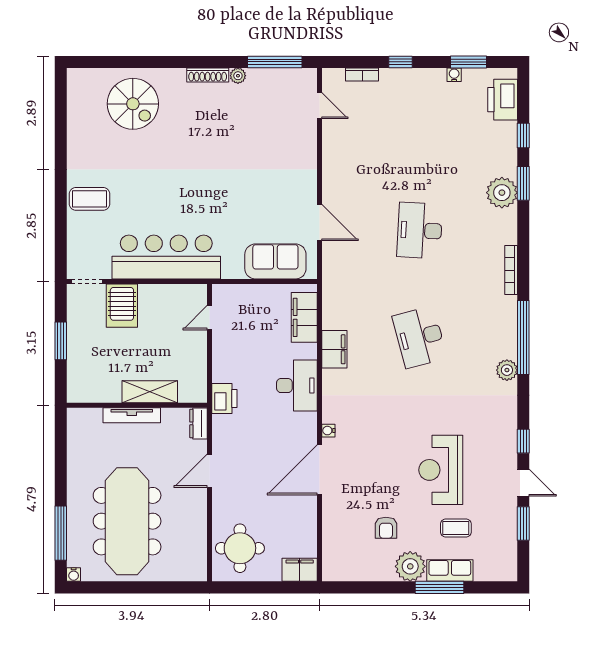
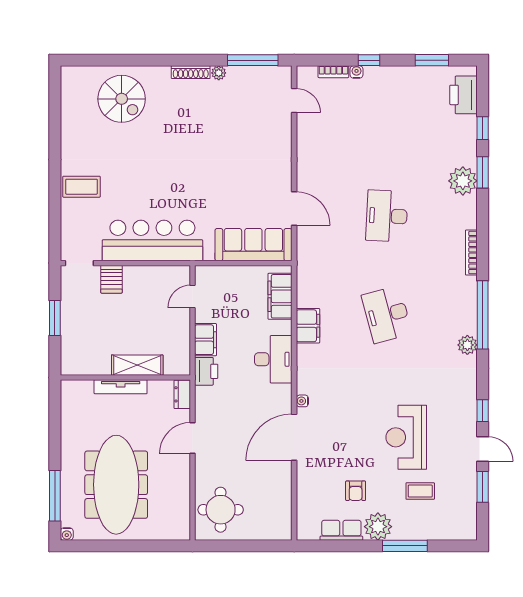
water cooler: (454, 75) -> (356, 72), moved
sofa: (275, 261) -> (253, 245), width x1.36
server rack: (122, 306) -> (111, 279), width x0.73, depth x0.70
filing cabinet: (300, 570) -> (206, 340), moved, turned 90
row of seats: (450, 570) -> (341, 530), moved

